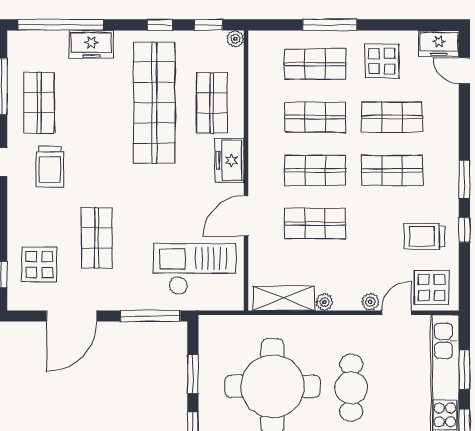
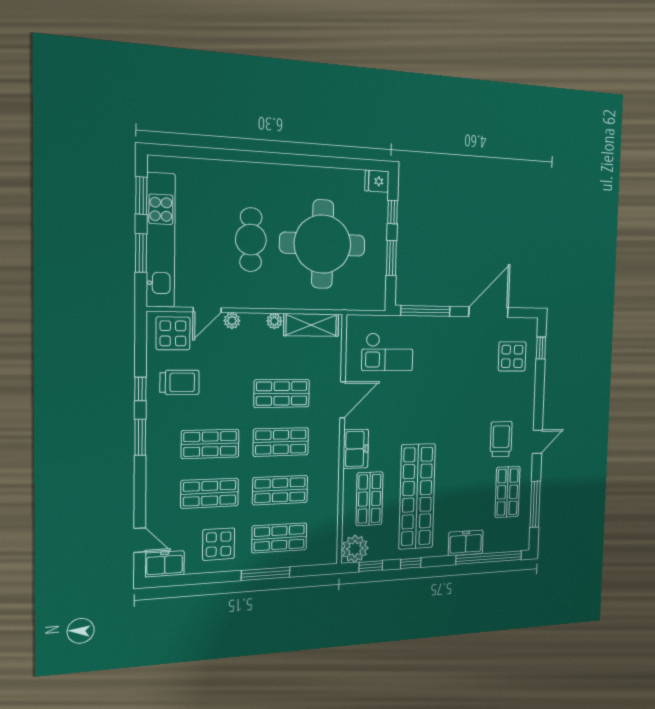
plant: (235, 39) -> (355, 549), width x1.87, depth x1.87
shop shelf: (97, 238) -> (467, 379), removed
checkout: (195, 269) -> (388, 352), width x0.73, depth x0.83

